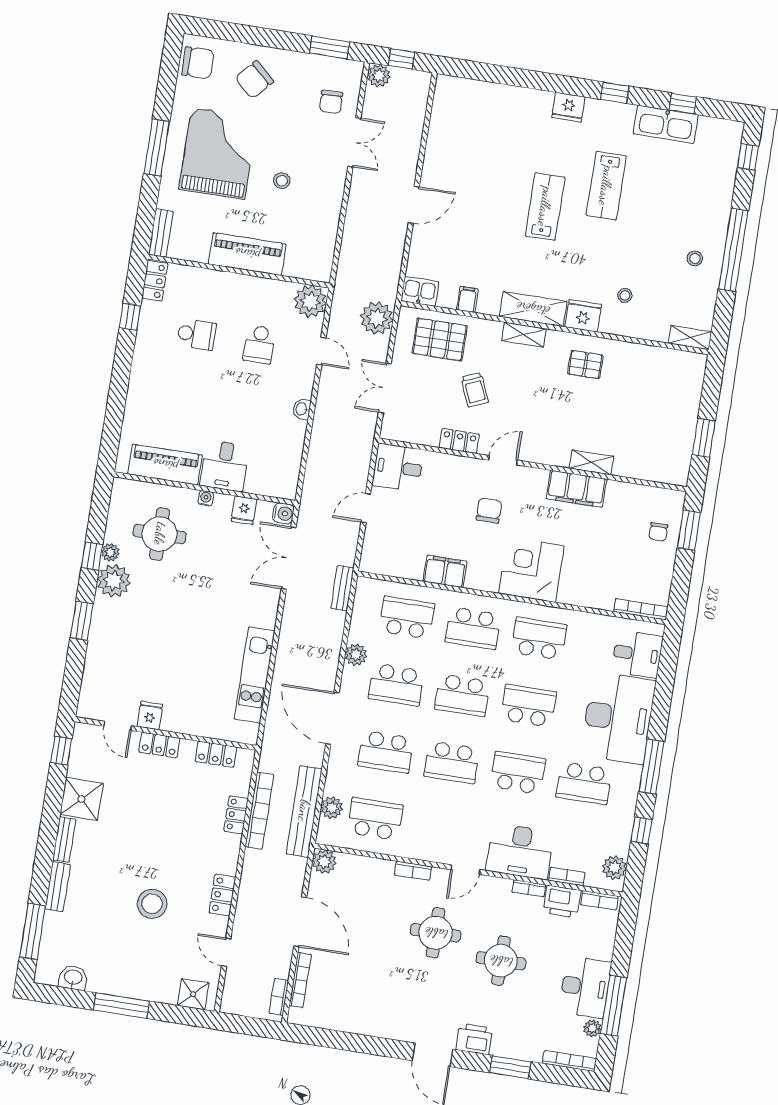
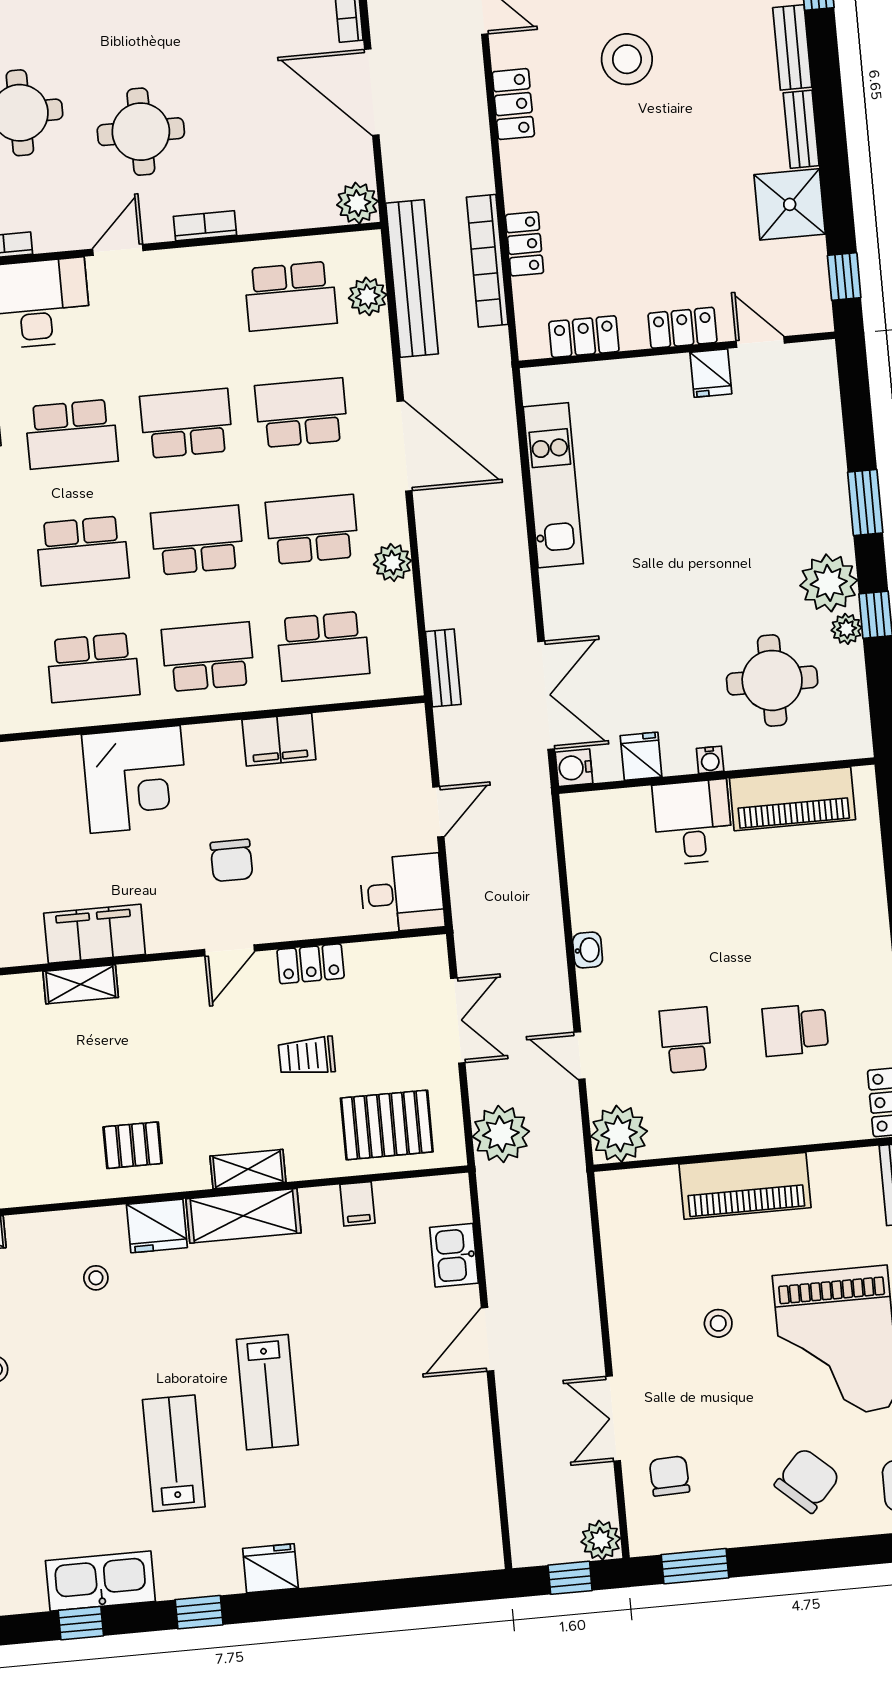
kitchen sink: (420, 291) -> (454, 1255), moved, turned 90
trolley: (475, 390) -> (307, 1056), turned -67

